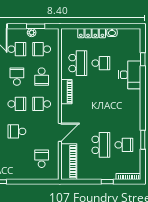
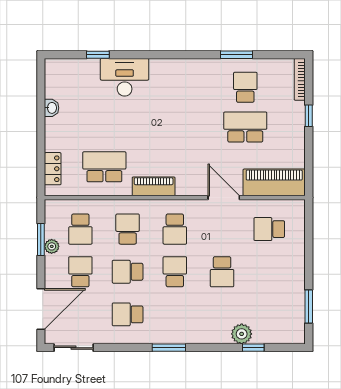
locker: (92, 33) -> (53, 169), moved, width x0.66
school desk: (101, 63) -> (104, 127), removed
school desk: (42, 77) -> (128, 229), turned -90

